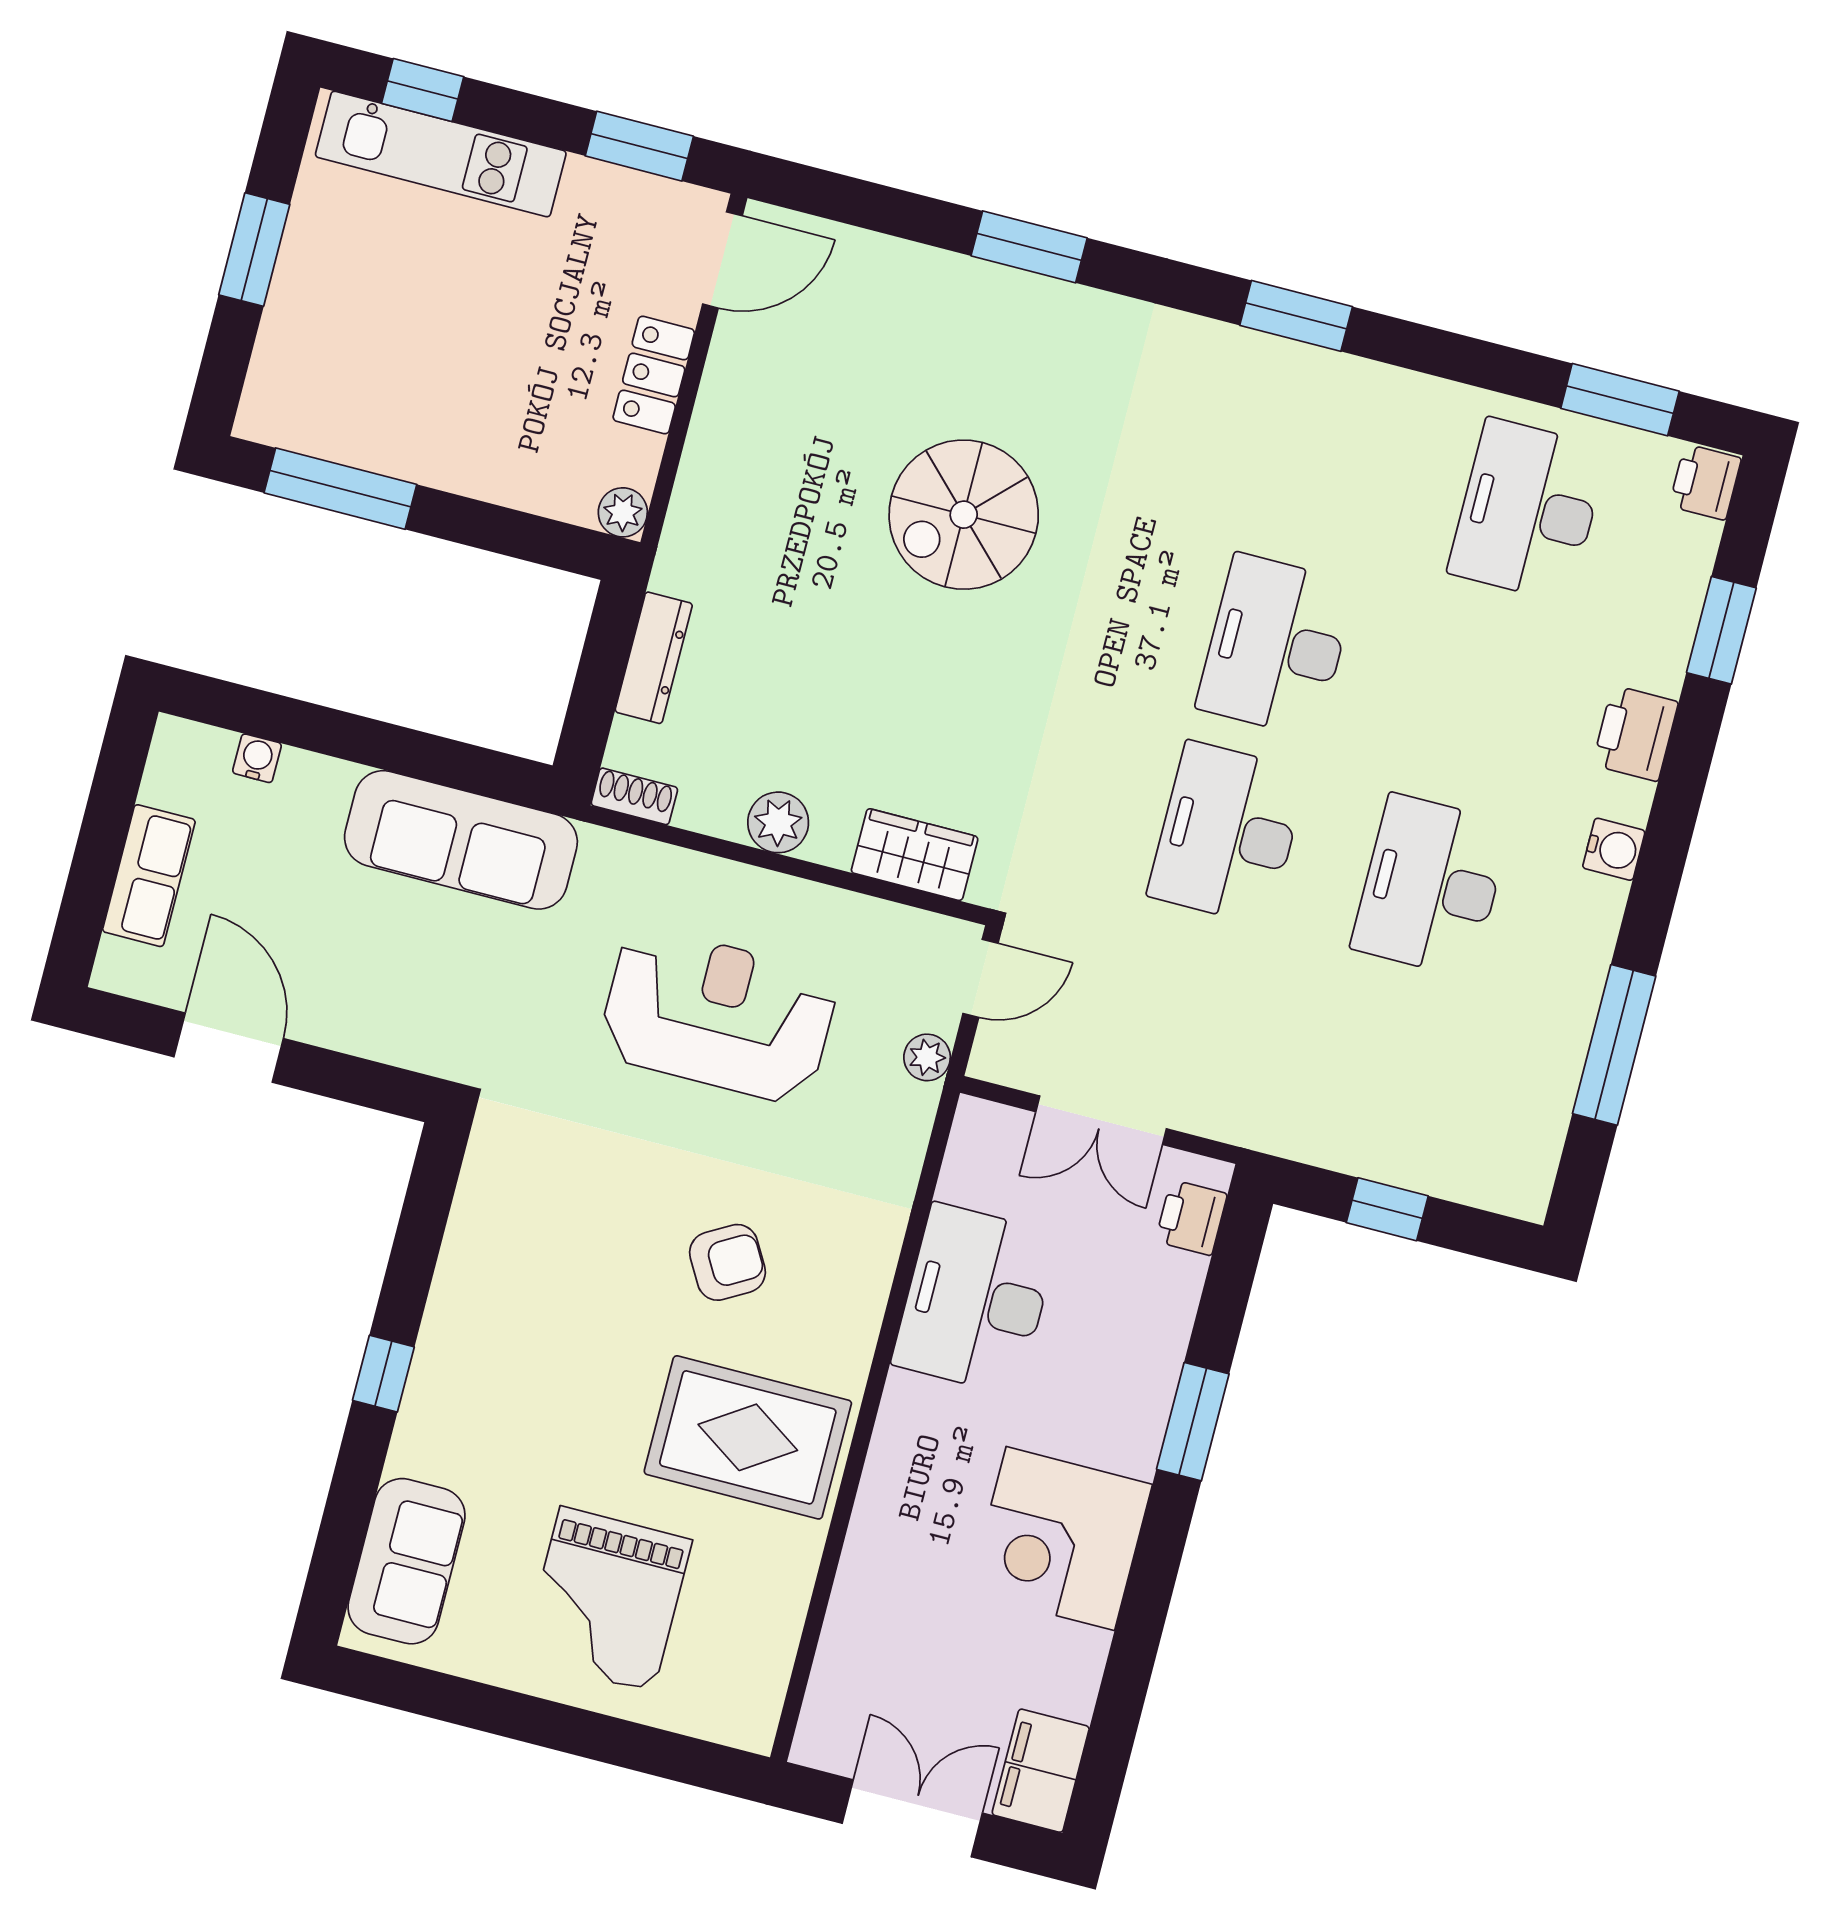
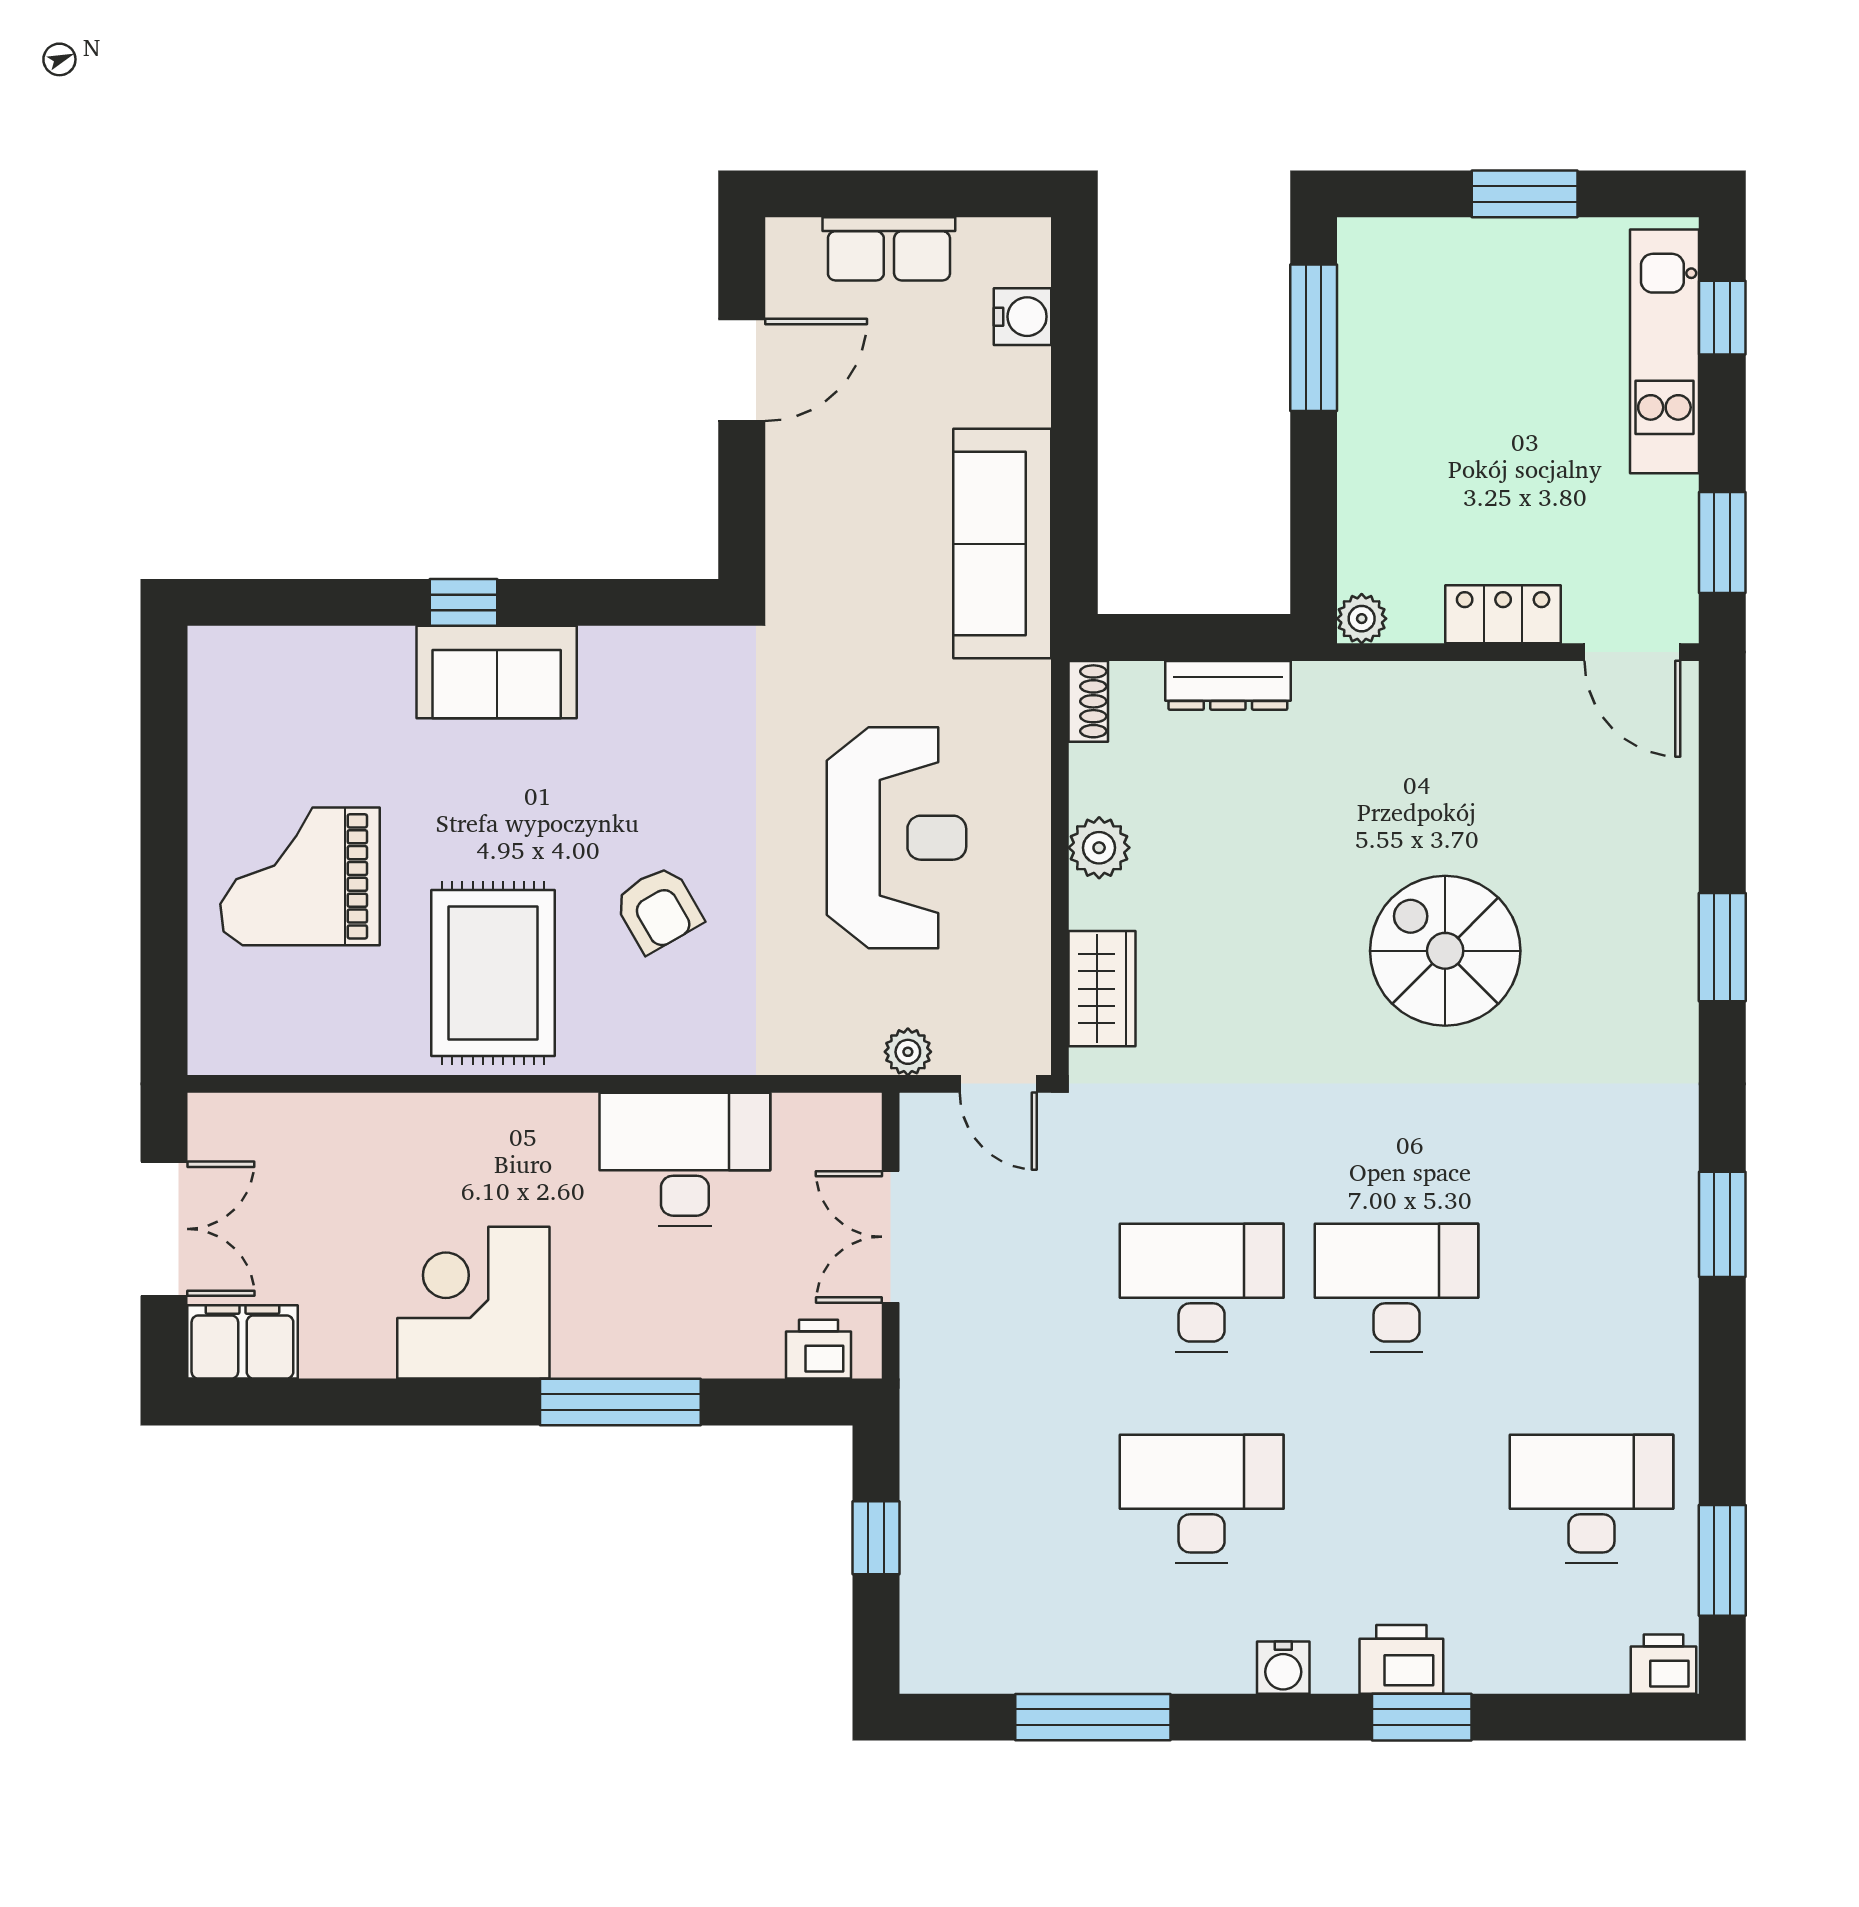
window: (1721, 630) -> (1422, 1717), moved
water cooler: (257, 758) -> (1022, 317), width x1.38, depth x1.38
window: (1193, 1422) -> (620, 1402), width x1.44
sofa: (406, 1561) -> (497, 672), moved

